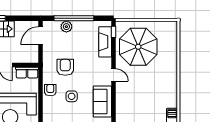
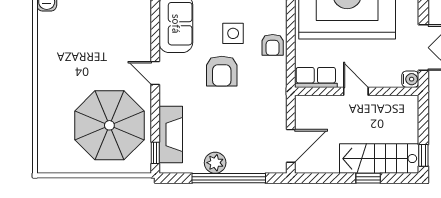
plant: (66, 27) -> (215, 163), moved
armchair: (65, 67) -> (222, 71), moved

